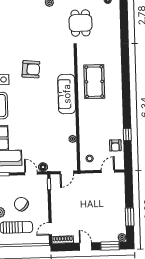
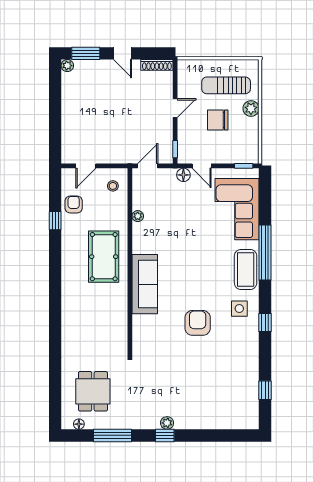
dining table: (80, 23) -> (93, 391), moved
armchair: (31, 69) -> (198, 323), turned 85
pool table: (94, 82) -> (104, 257), moved
chair: (21, 204) -> (218, 120), turned 138
window: (130, 217) -> (55, 96), removed
door: (50, 229) -> (175, 108), moved

